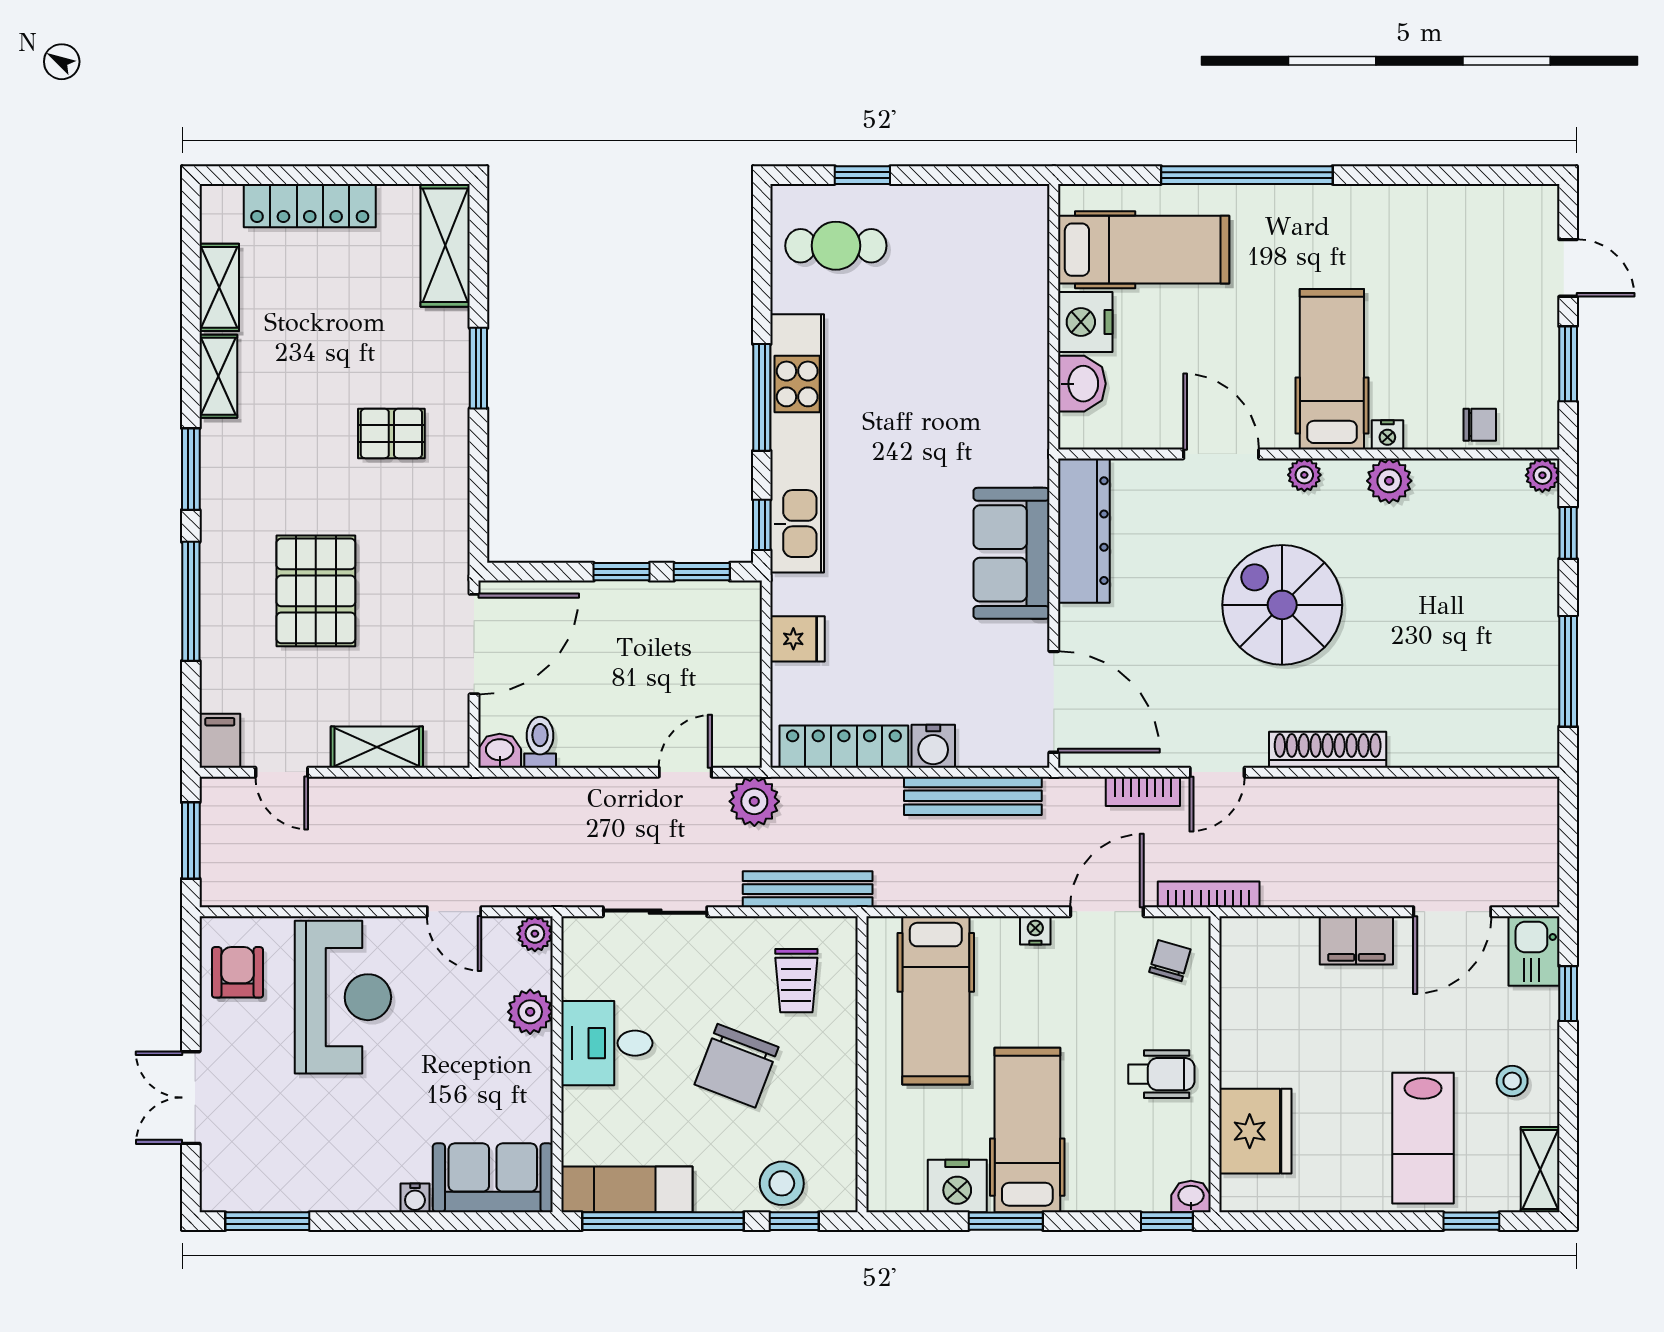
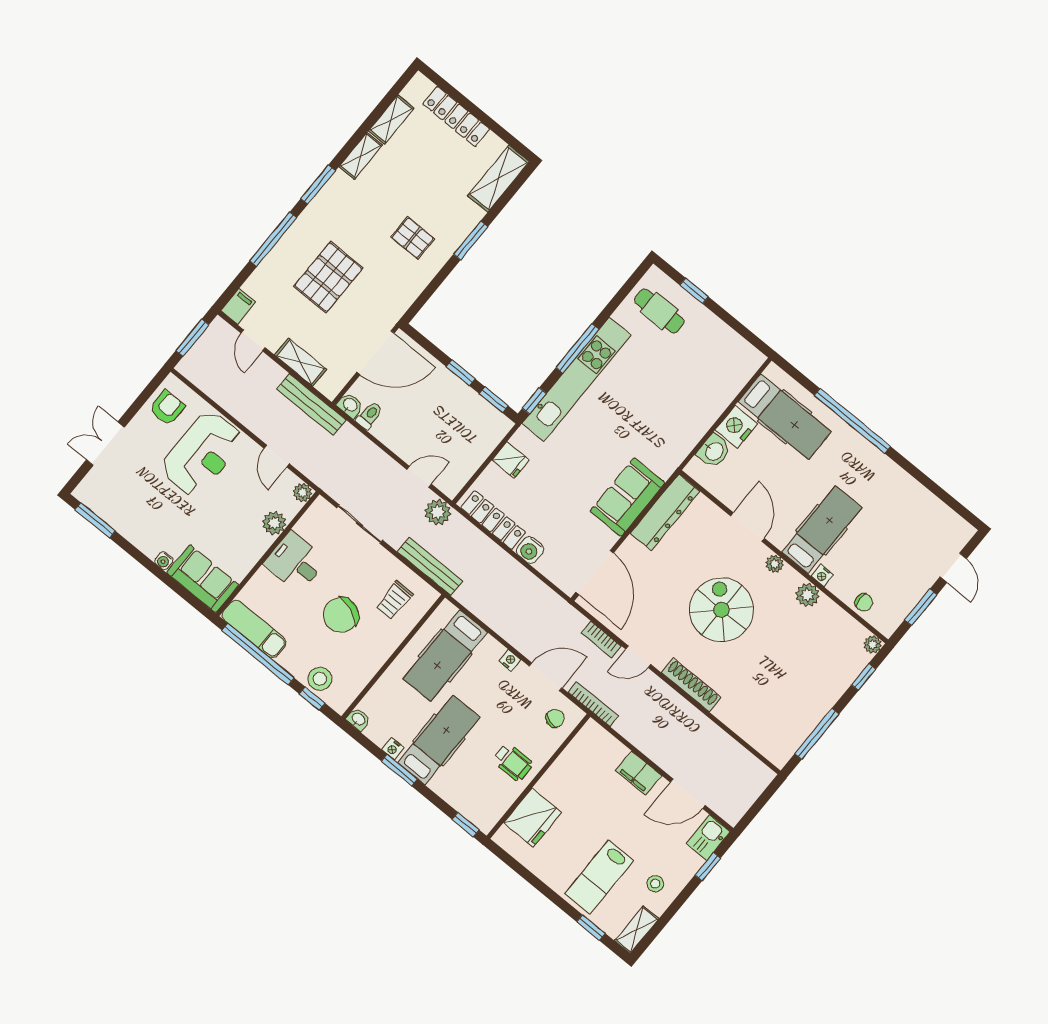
bench: (973, 796) -> (311, 404), moved
nightstand: (957, 1186) -> (393, 749), width x0.53, depth x0.56
washbasin: (1191, 1196) -> (358, 719), moved

